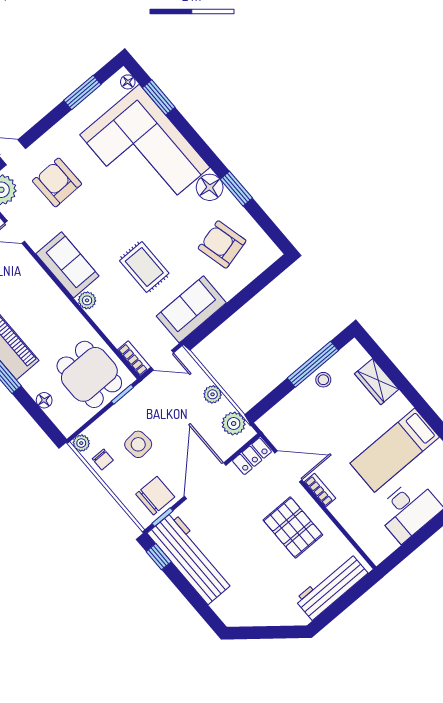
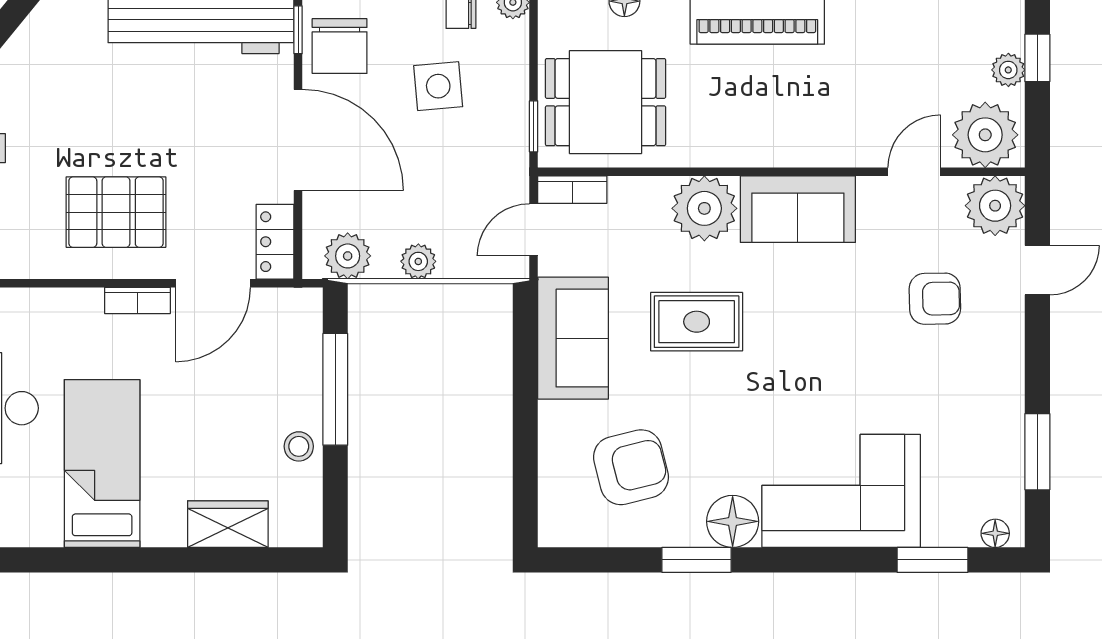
corner sofa: (145, 151) -> (841, 491), width x0.73, depth x0.74
armchair: (57, 182) -> (935, 299), width x0.72, depth x0.72
plant: (87, 300) -> (704, 208), width x1.88, depth x1.88
window: (313, 364) -> (335, 389), moved

